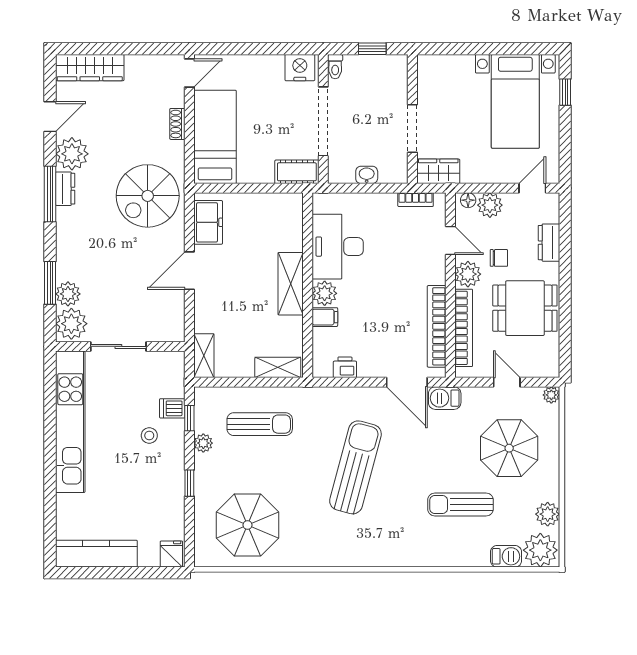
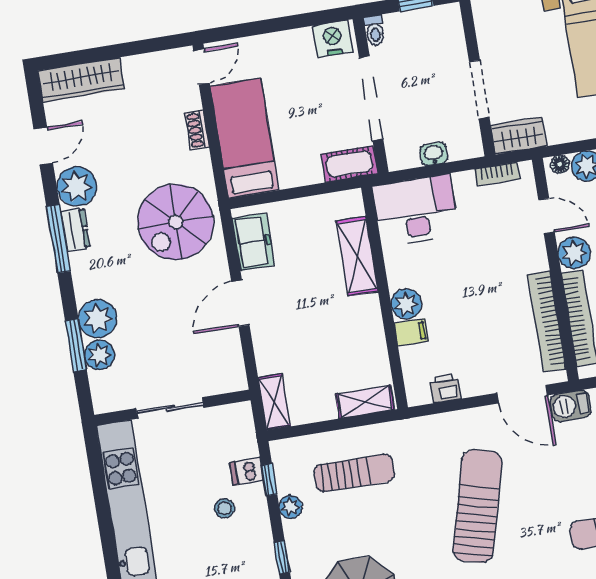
desk: (338, 247) -> (416, 210), moved, turned 90
shelving: (291, 284) -> (357, 256), moved
plant: (71, 324) -> (98, 319), moved

